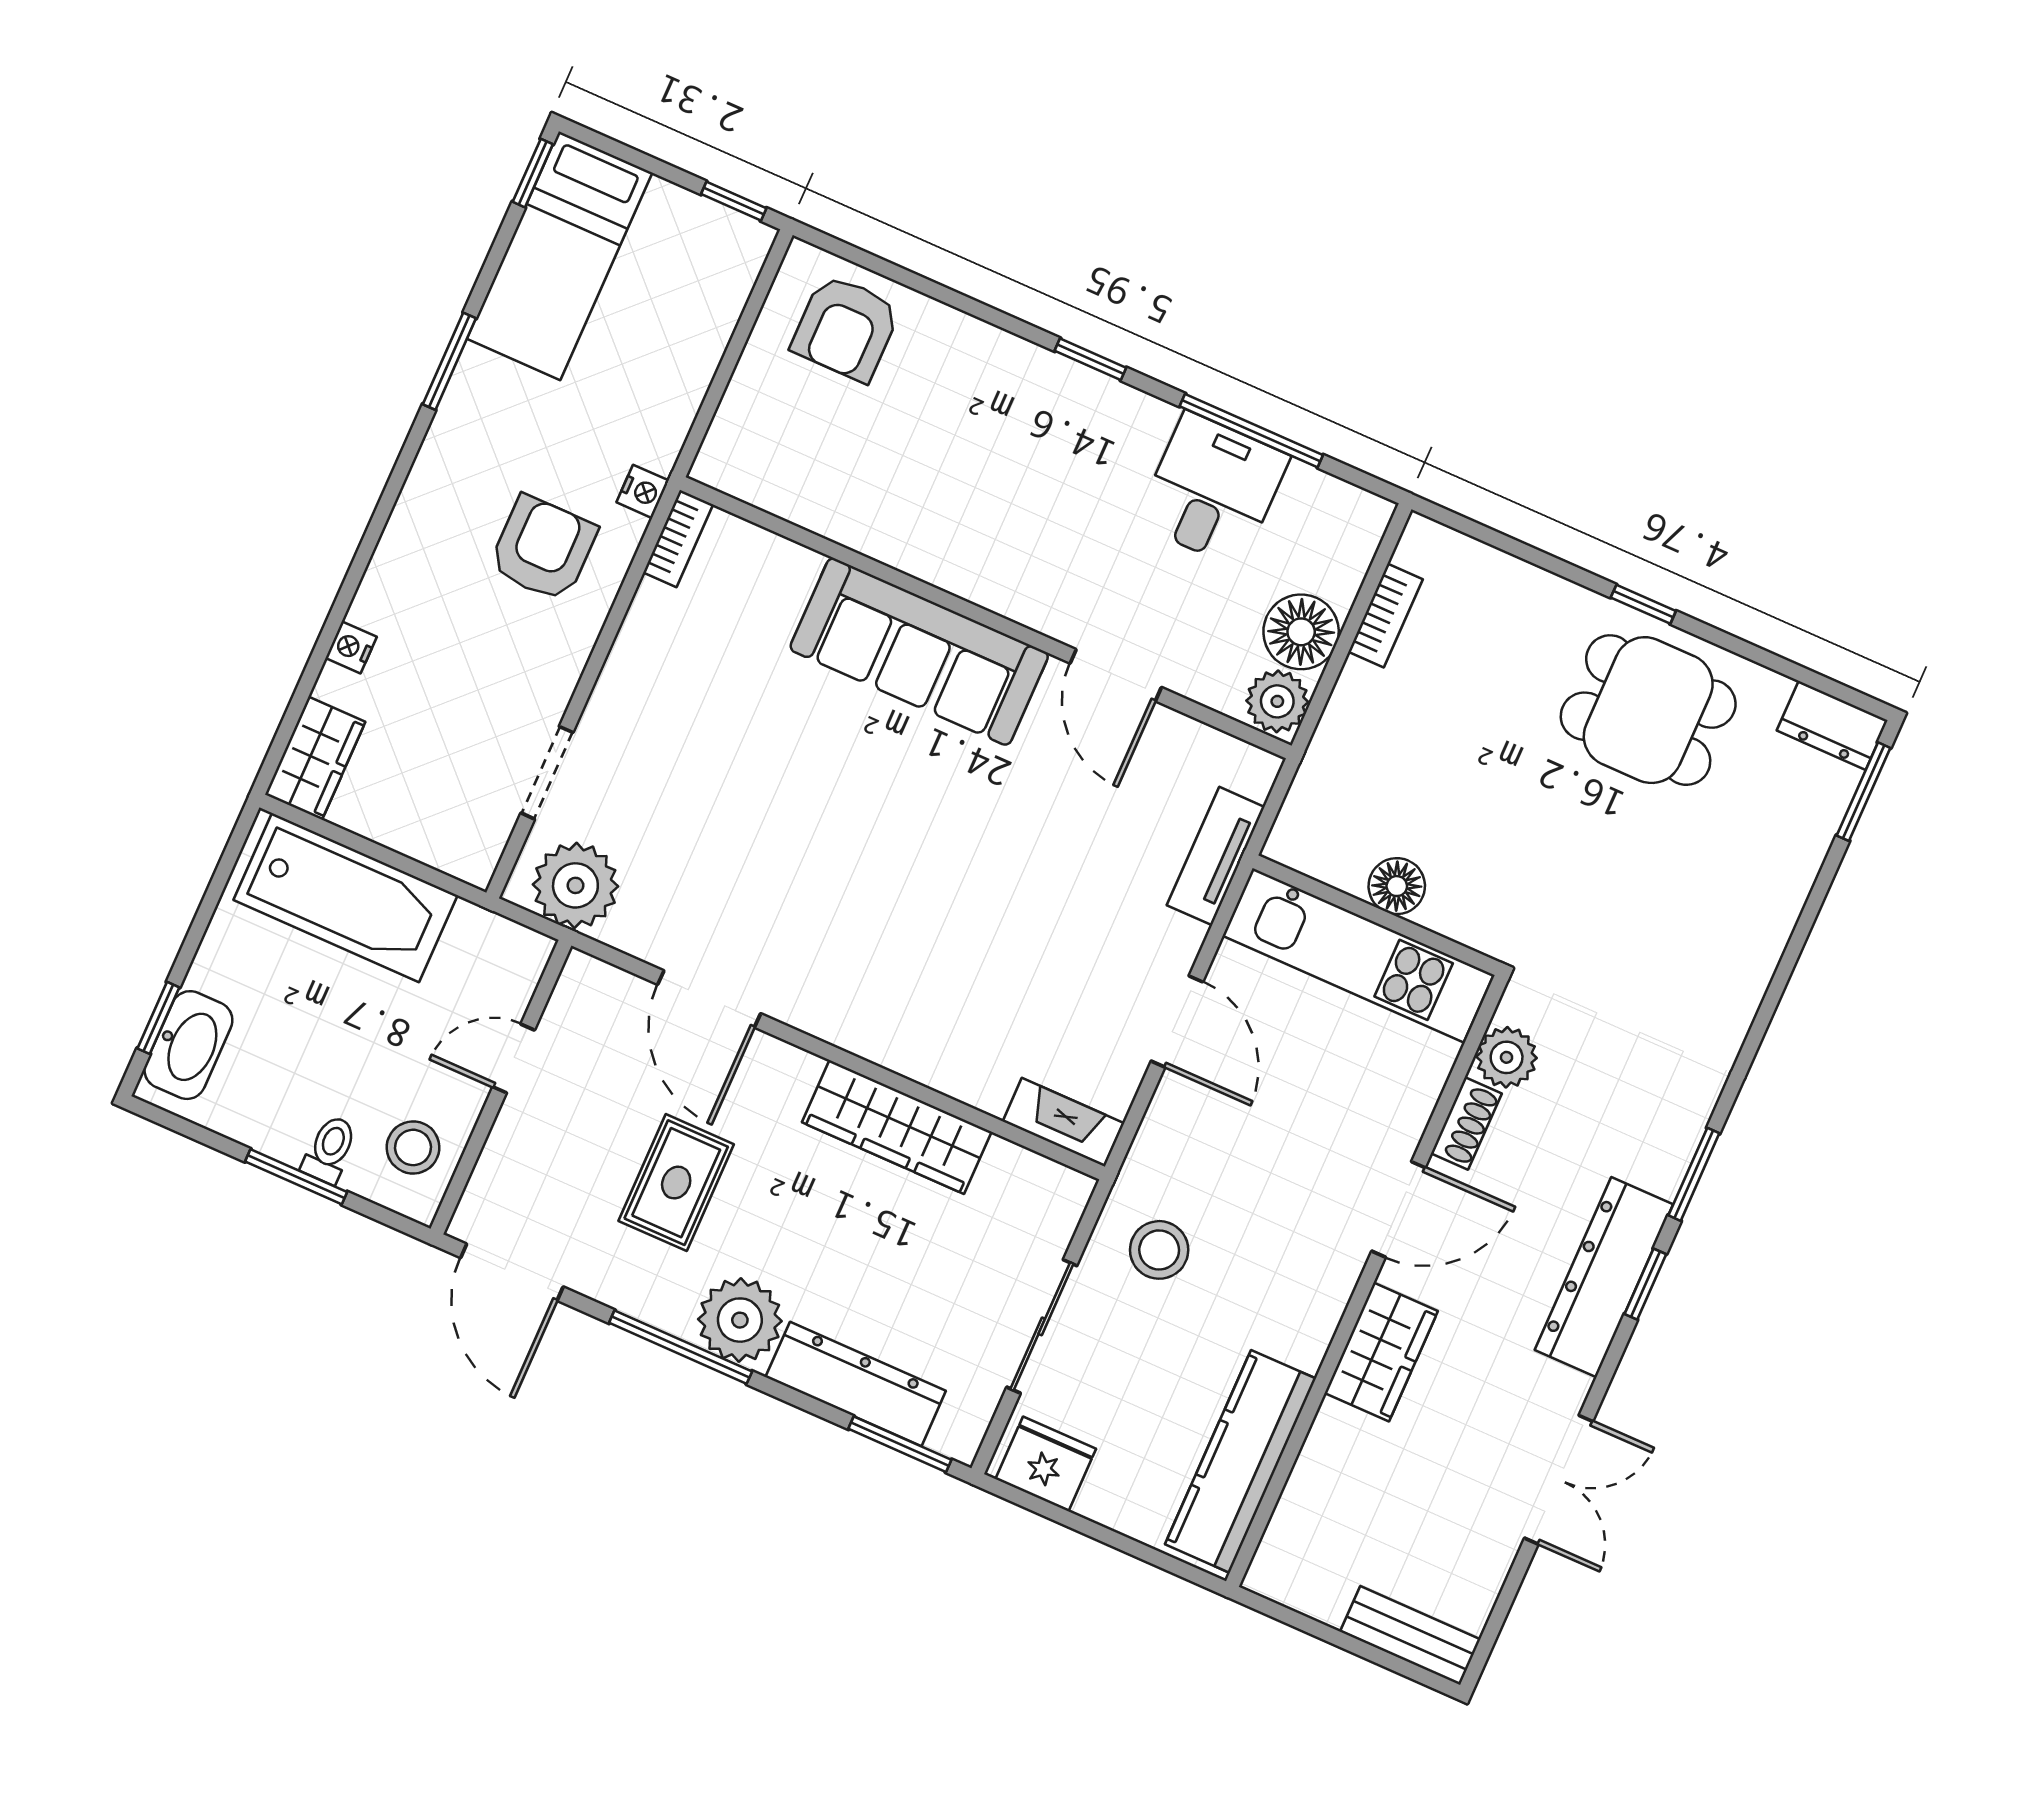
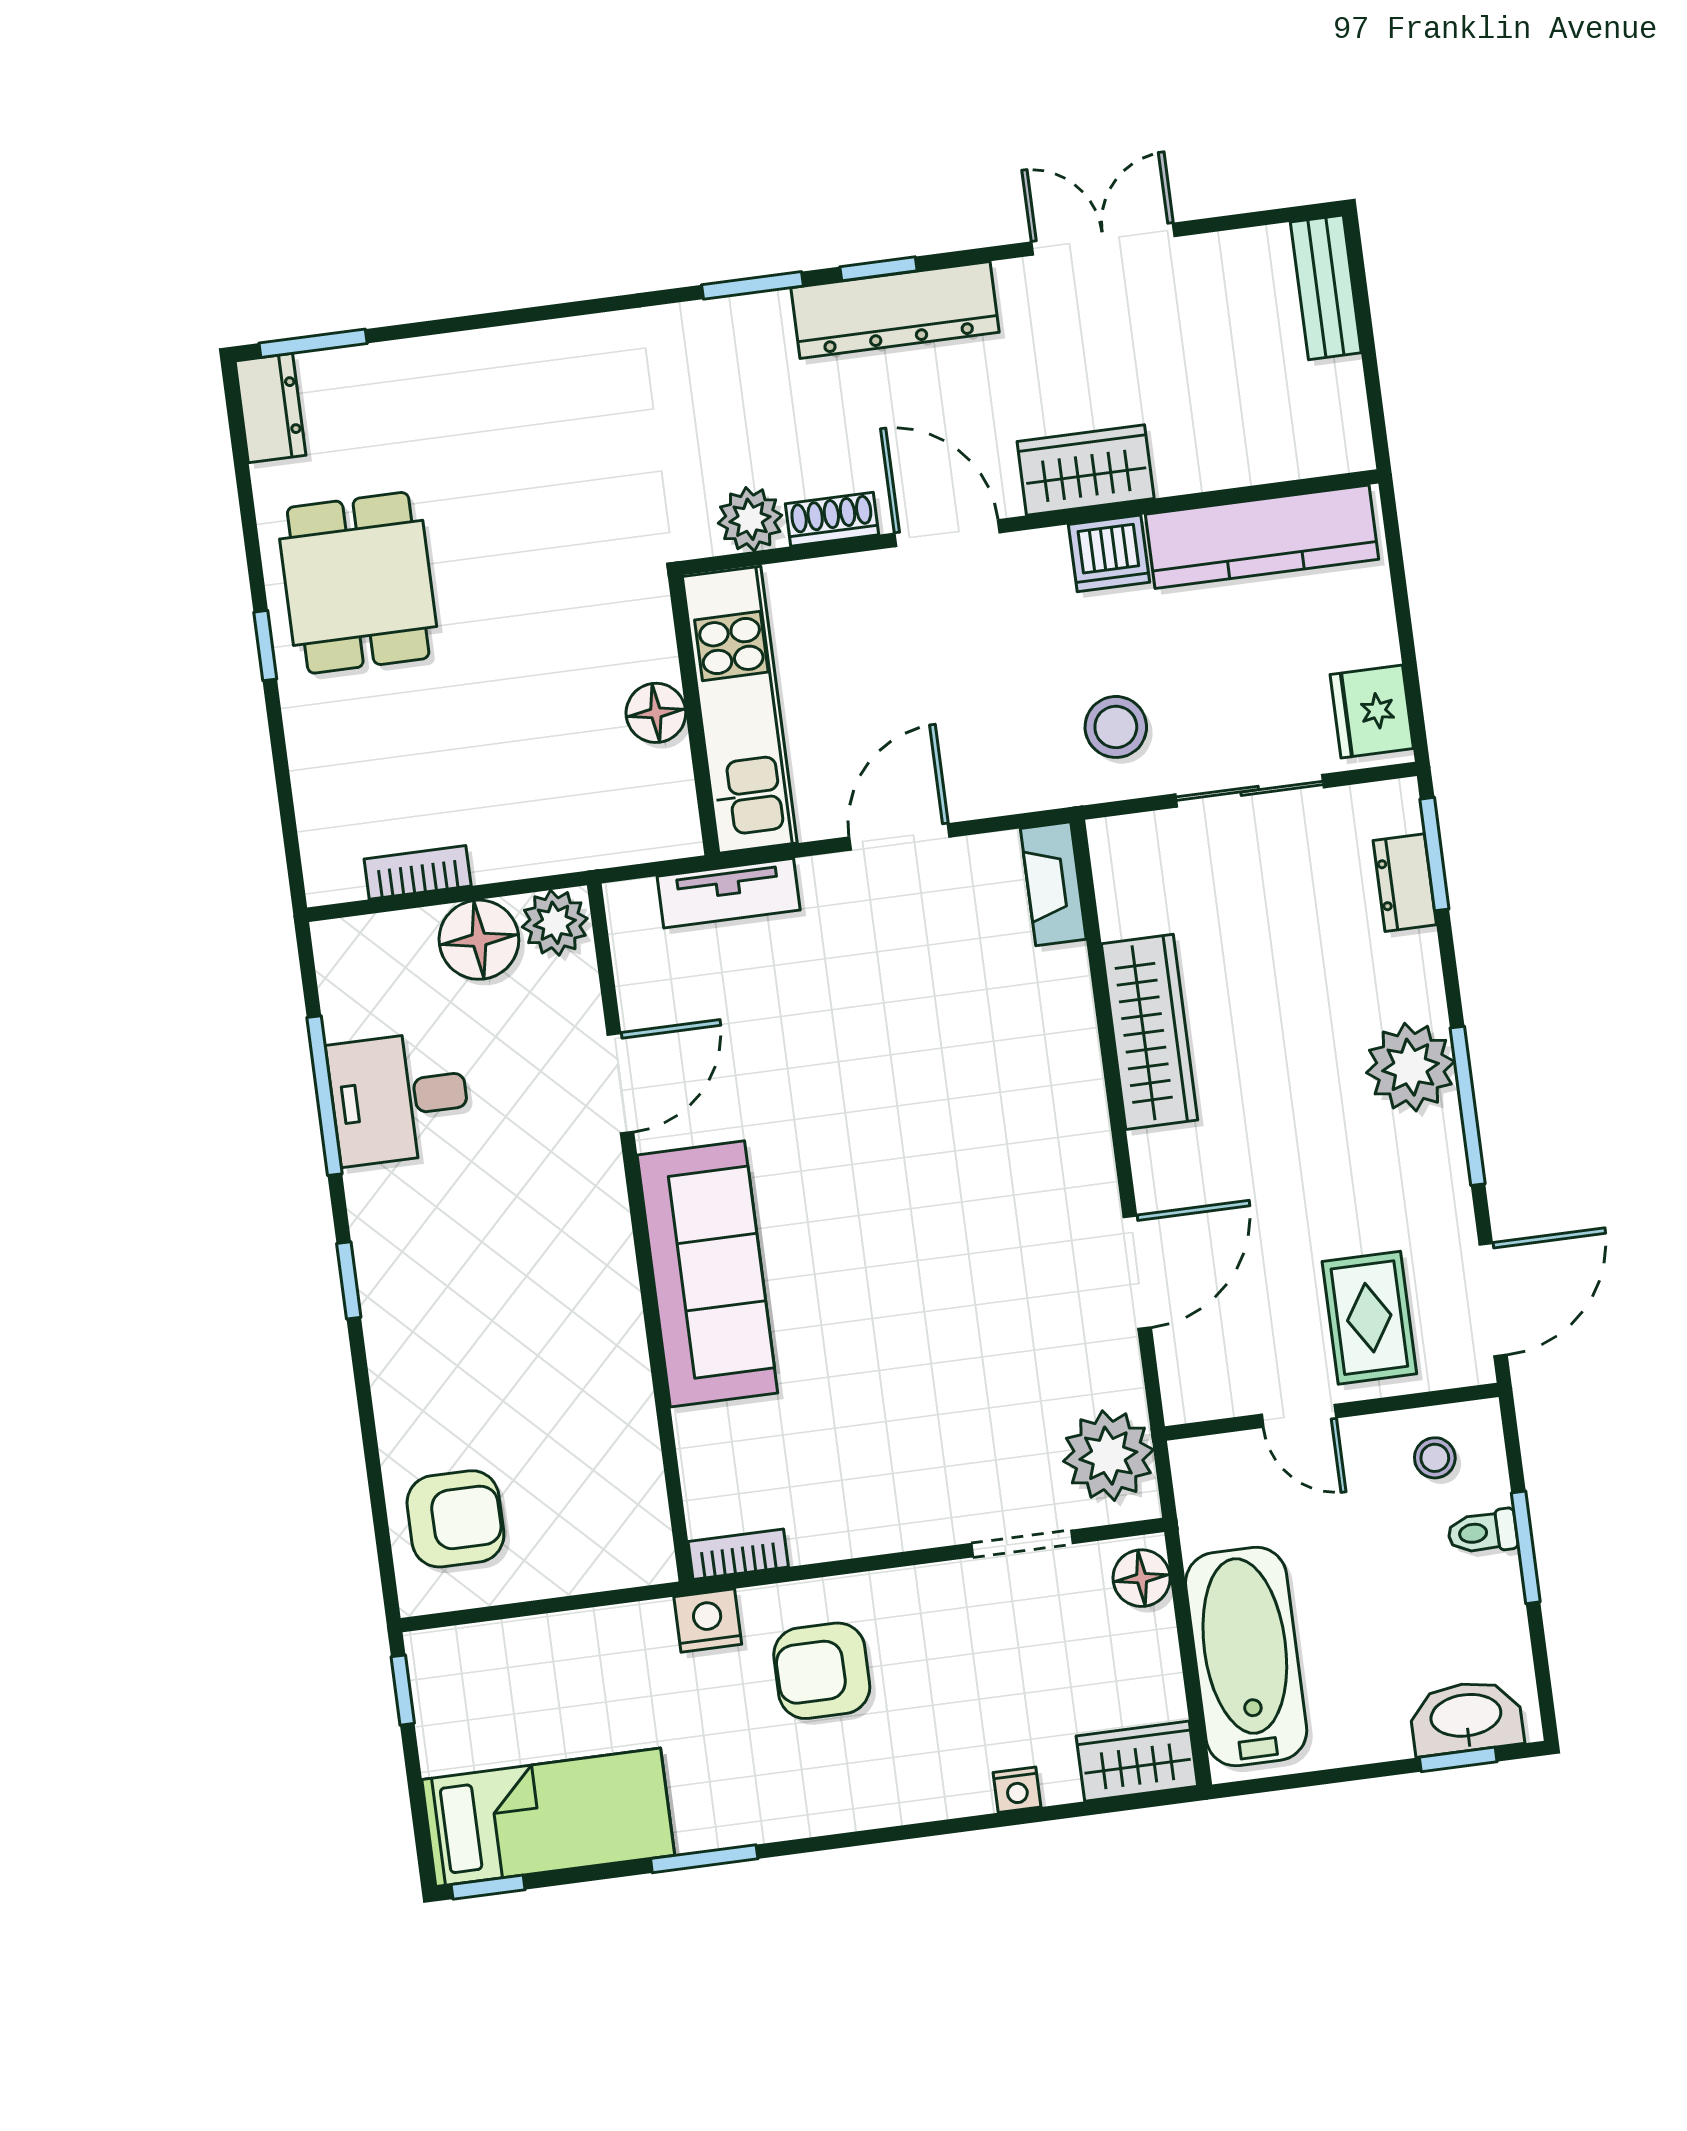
nightstand: (643, 491) -> (708, 1621), width x1.39, depth x1.35
floor lamp: (460, 852) -> (1142, 1578), added
stool: (413, 1147) -> (1435, 1458), width x0.73, depth x0.73
rug: (676, 1183) -> (1369, 1318), moved, turned 90
dishwasher: (1302, 1330) -> (1109, 553), added
dresser: (856, 1384) -> (1405, 883), width x0.51, depth x0.80

